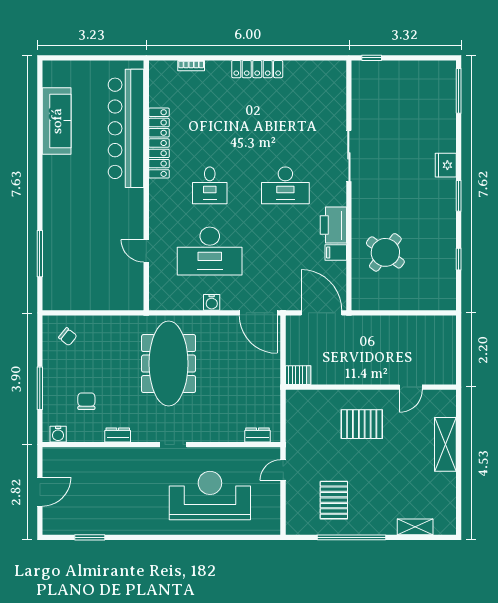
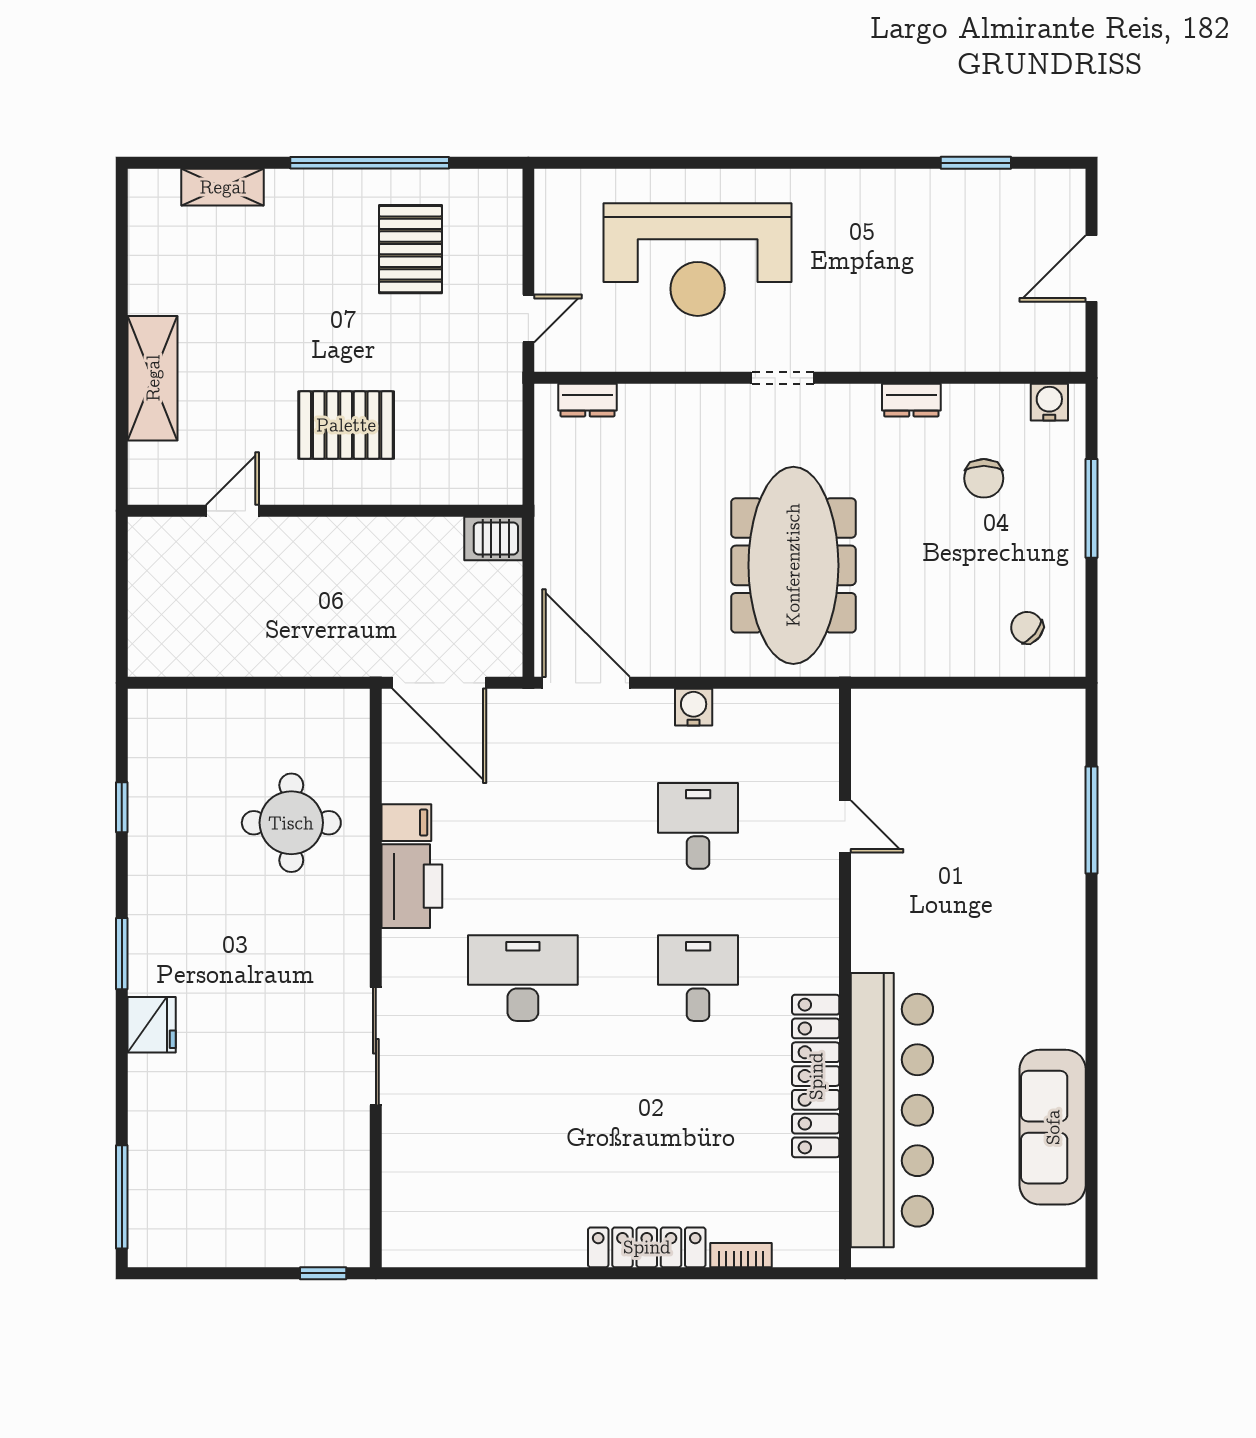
locker: (257, 69) -> (647, 1247), moved
desk: (210, 251) -> (698, 826), width x0.53, depth x0.77
round table: (385, 252) -> (291, 823), turned -37

